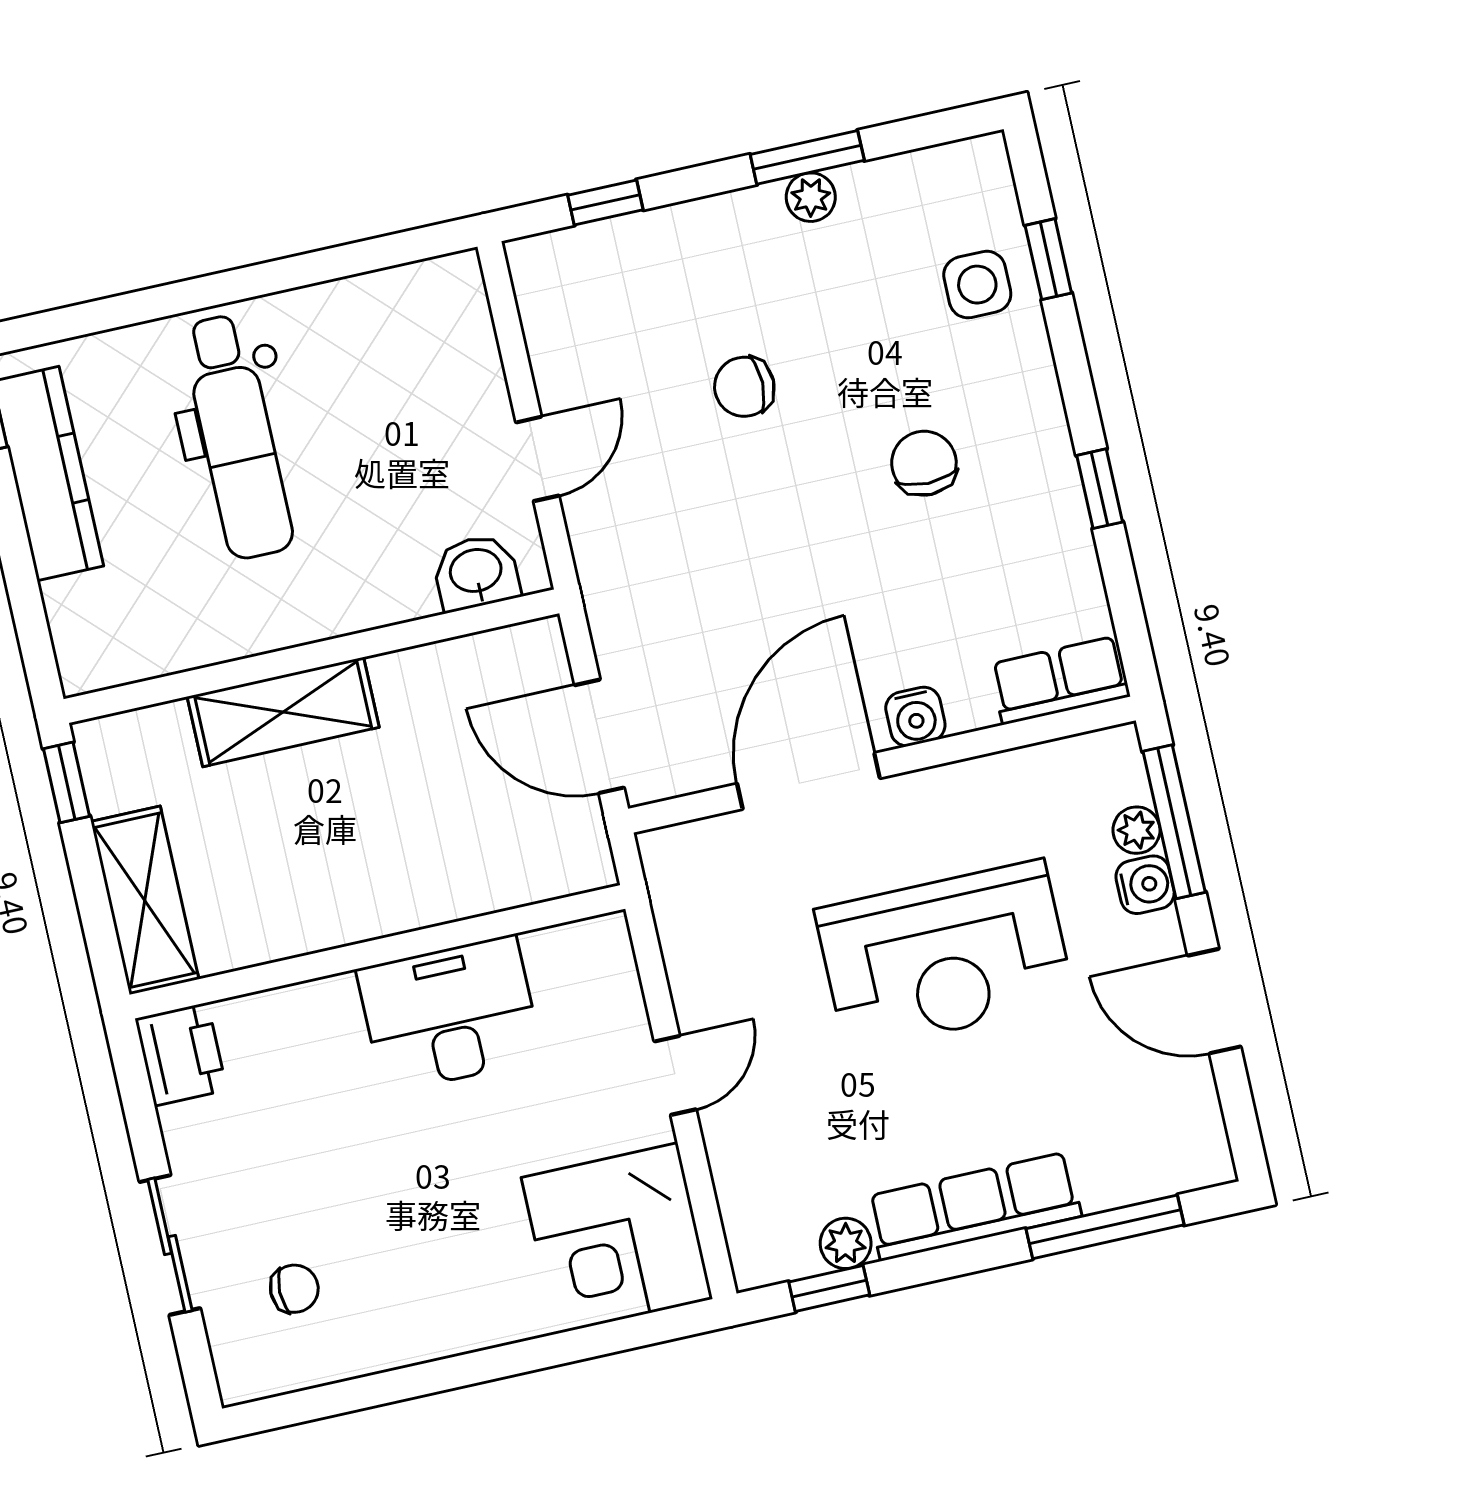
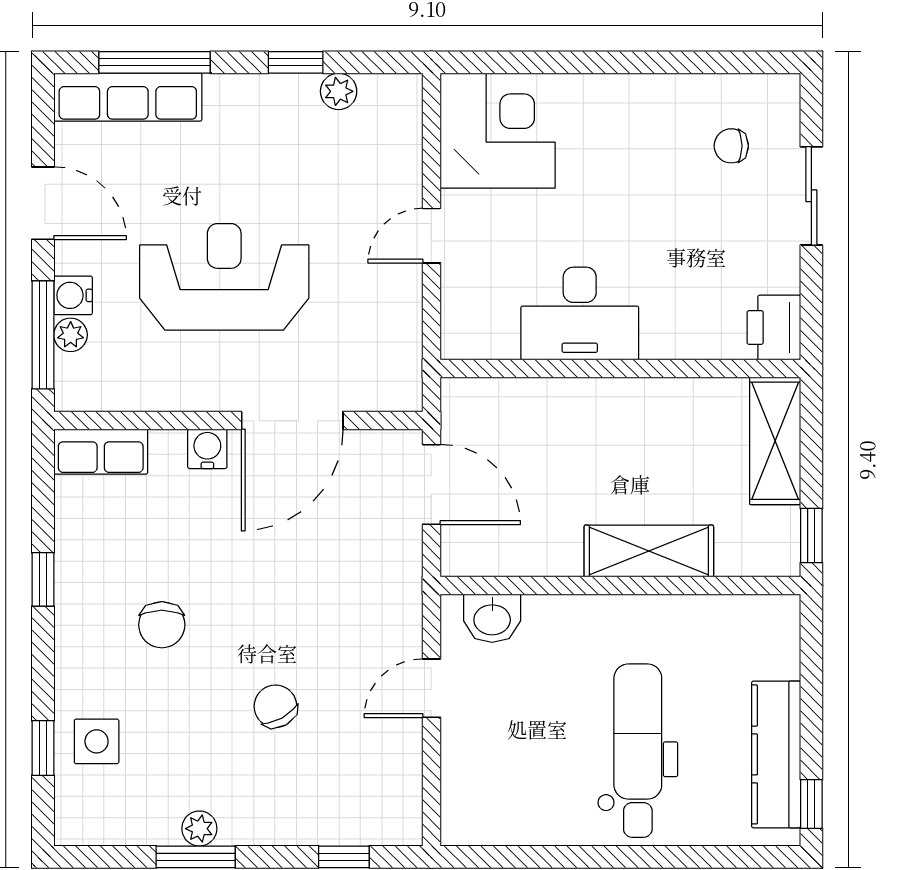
chair: (744, 387) -> (275, 706), turned -119
row of seats: (974, 1206) -> (128, 97), moved
window: (829, 1288) -> (296, 62), moved

